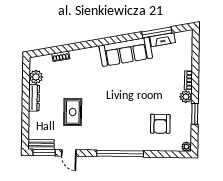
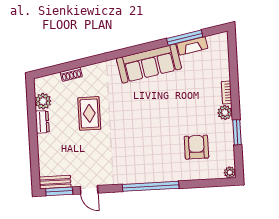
dresser: (34, 98) -> (42, 122), width x0.70
rug: (73, 112) -> (89, 113), moved
armchair: (160, 124) -> (196, 147), turned 180

